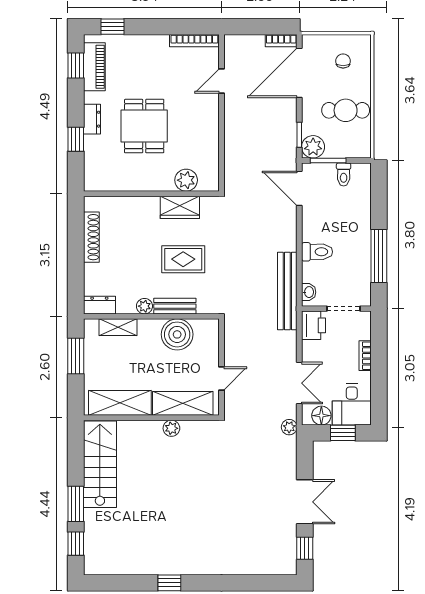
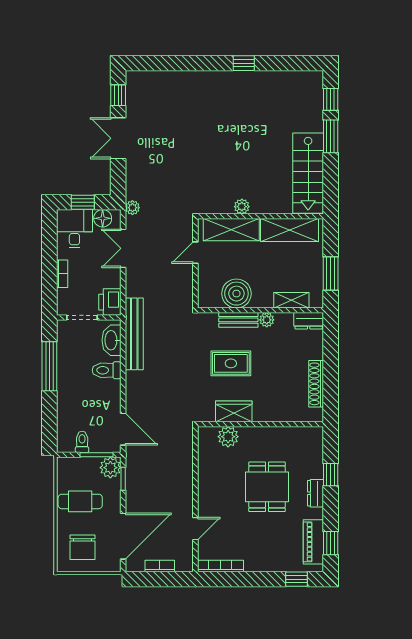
bookcase: (281, 41) -> (160, 566), moved
chair: (343, 61) -> (83, 547), width x1.87, depth x1.87
washbasin: (309, 292) -> (112, 340), width x1.91, depth x1.45

